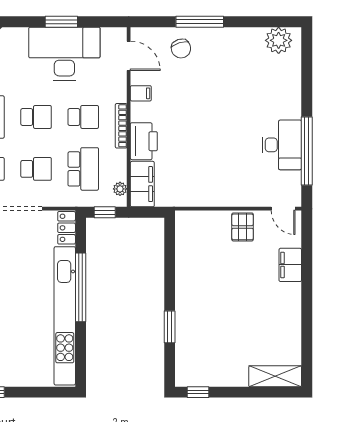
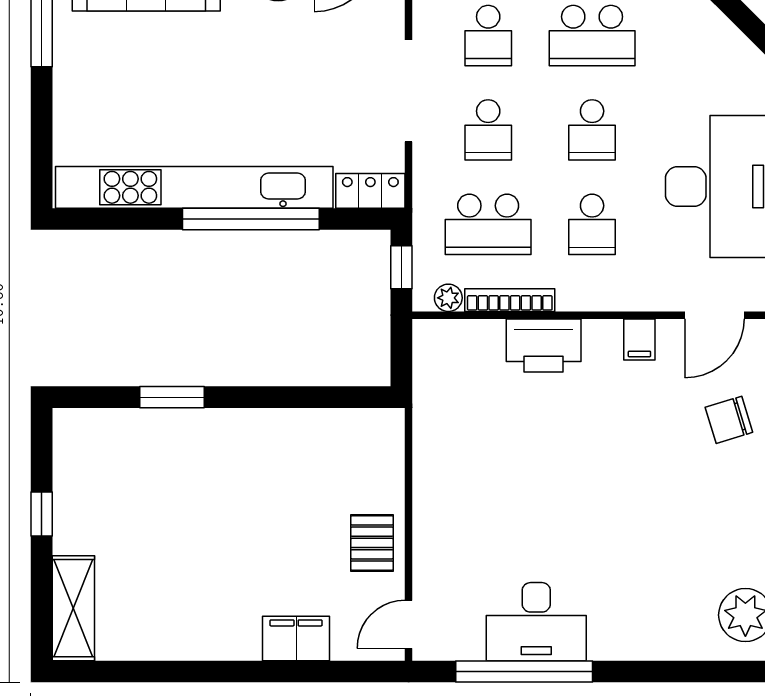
bookcase: (121, 126) -> (510, 300), moved
filing cabinet: (142, 184) -> (458, 342), removed
pallet: (243, 227) -> (372, 543), turned 90
window: (198, 392) -> (42, 514), moved

